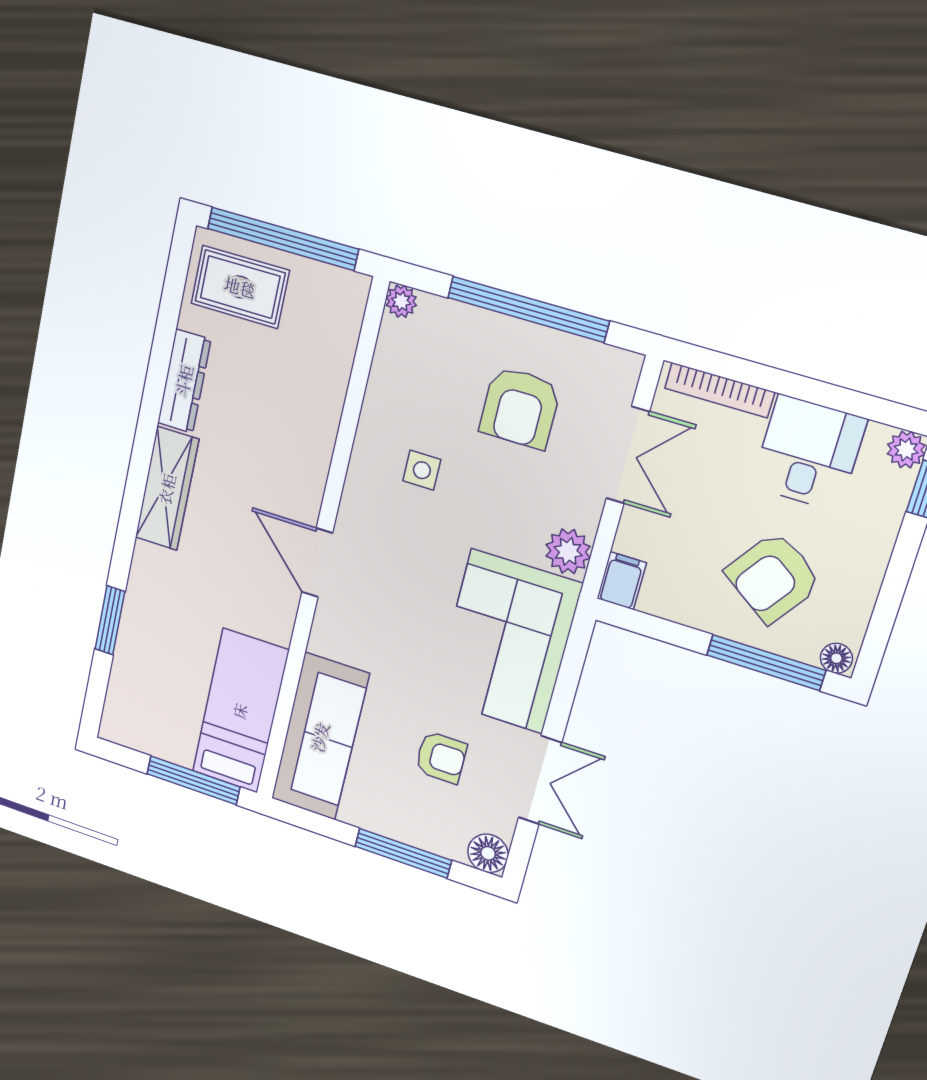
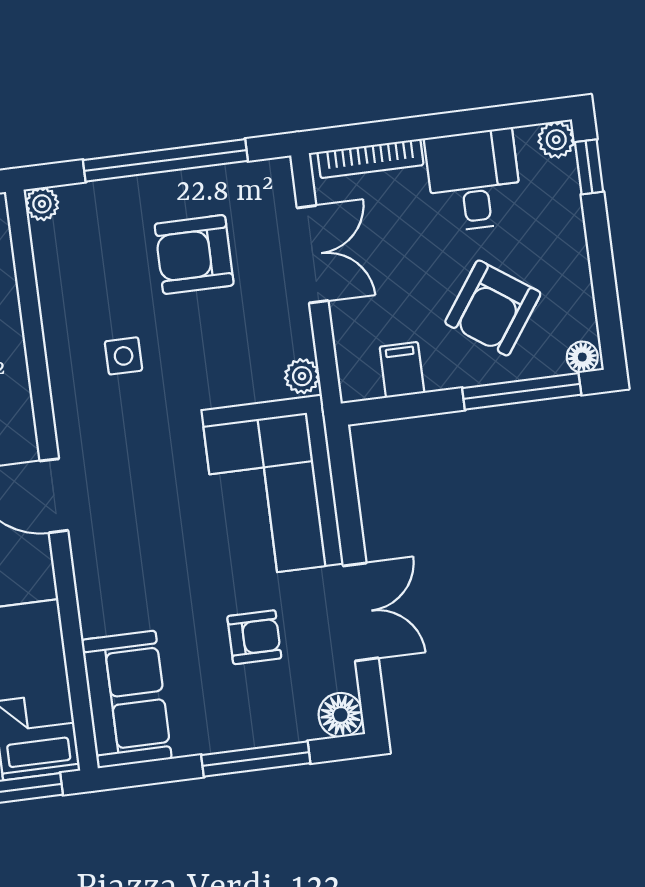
armchair: (520, 408) -> (194, 255), turned 90
plant: (568, 551) -> (302, 376), width x0.73, depth x0.73
filing cabinet: (622, 581) -> (402, 370), moved
sofa: (320, 737) -> (127, 699), width x0.73

